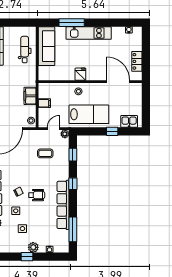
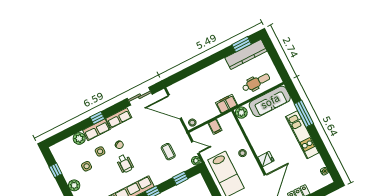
fridge: (80, 74) -> (266, 159), moved
plant: (44, 75) -> (241, 113), added
filing cabinet: (30, 96) -> (227, 104), moved
window: (27, 257) -> (56, 170), moved

